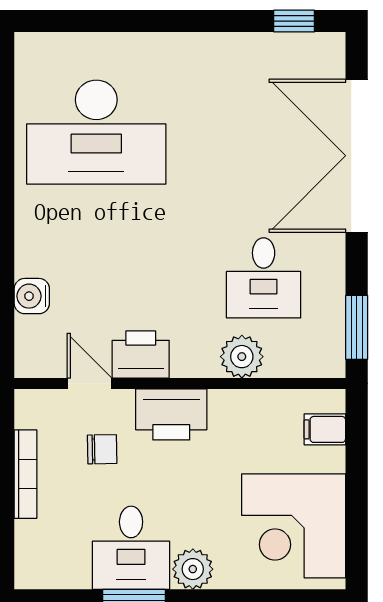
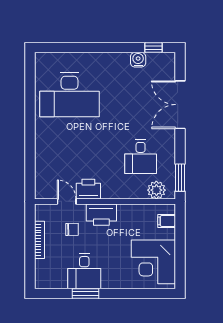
double door: (357, 156) -> (180, 105), width x0.73
water cooler: (32, 296) -> (138, 60), moved, turned 90
plant: (242, 357) -> (156, 190), moved
plant: (193, 569) -> (110, 280), removed

